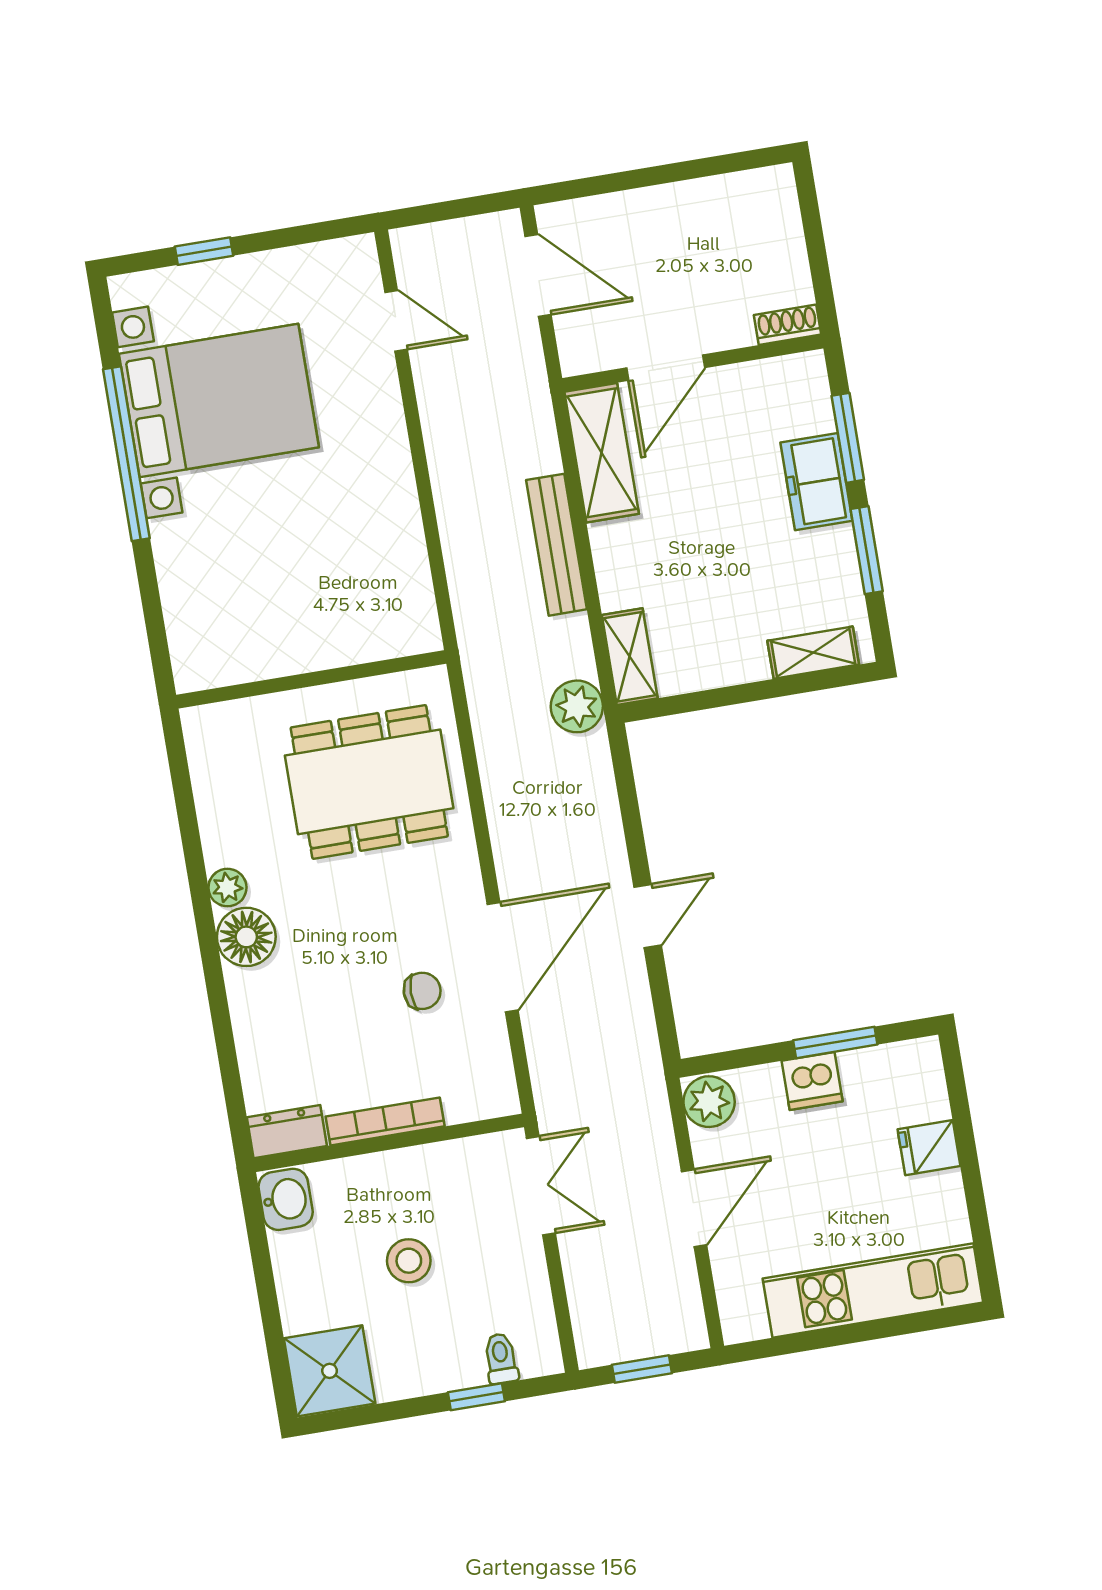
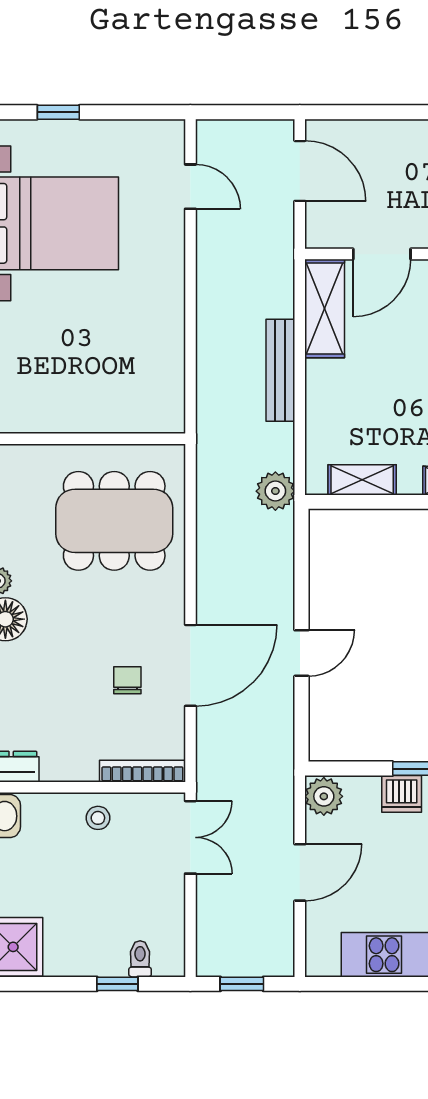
shelving: (630, 657) -> (362, 480), moved, turned 90
chair: (422, 991) -> (127, 680), turned -90
bookcase: (385, 1121) -> (142, 771), moved
stool: (409, 1261) -> (98, 818), moved, width x0.73, depth x0.73

